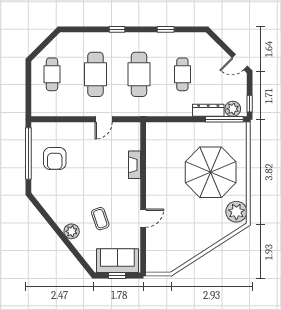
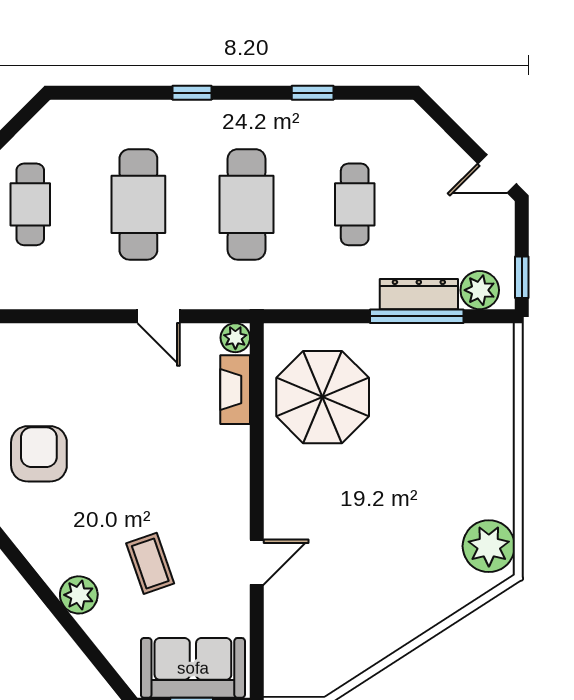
door: (104, 119) -> (159, 316), hinge flipped
window: (224, 119) -> (417, 316), moved
plant: (134, 128) -> (235, 338), added
armchair: (55, 159) -> (39, 454), moved, turned 180
fireplace: (134, 165) -> (235, 390), moved
parasol: (211, 172) -> (323, 397), moved, width x0.73, depth x0.73

